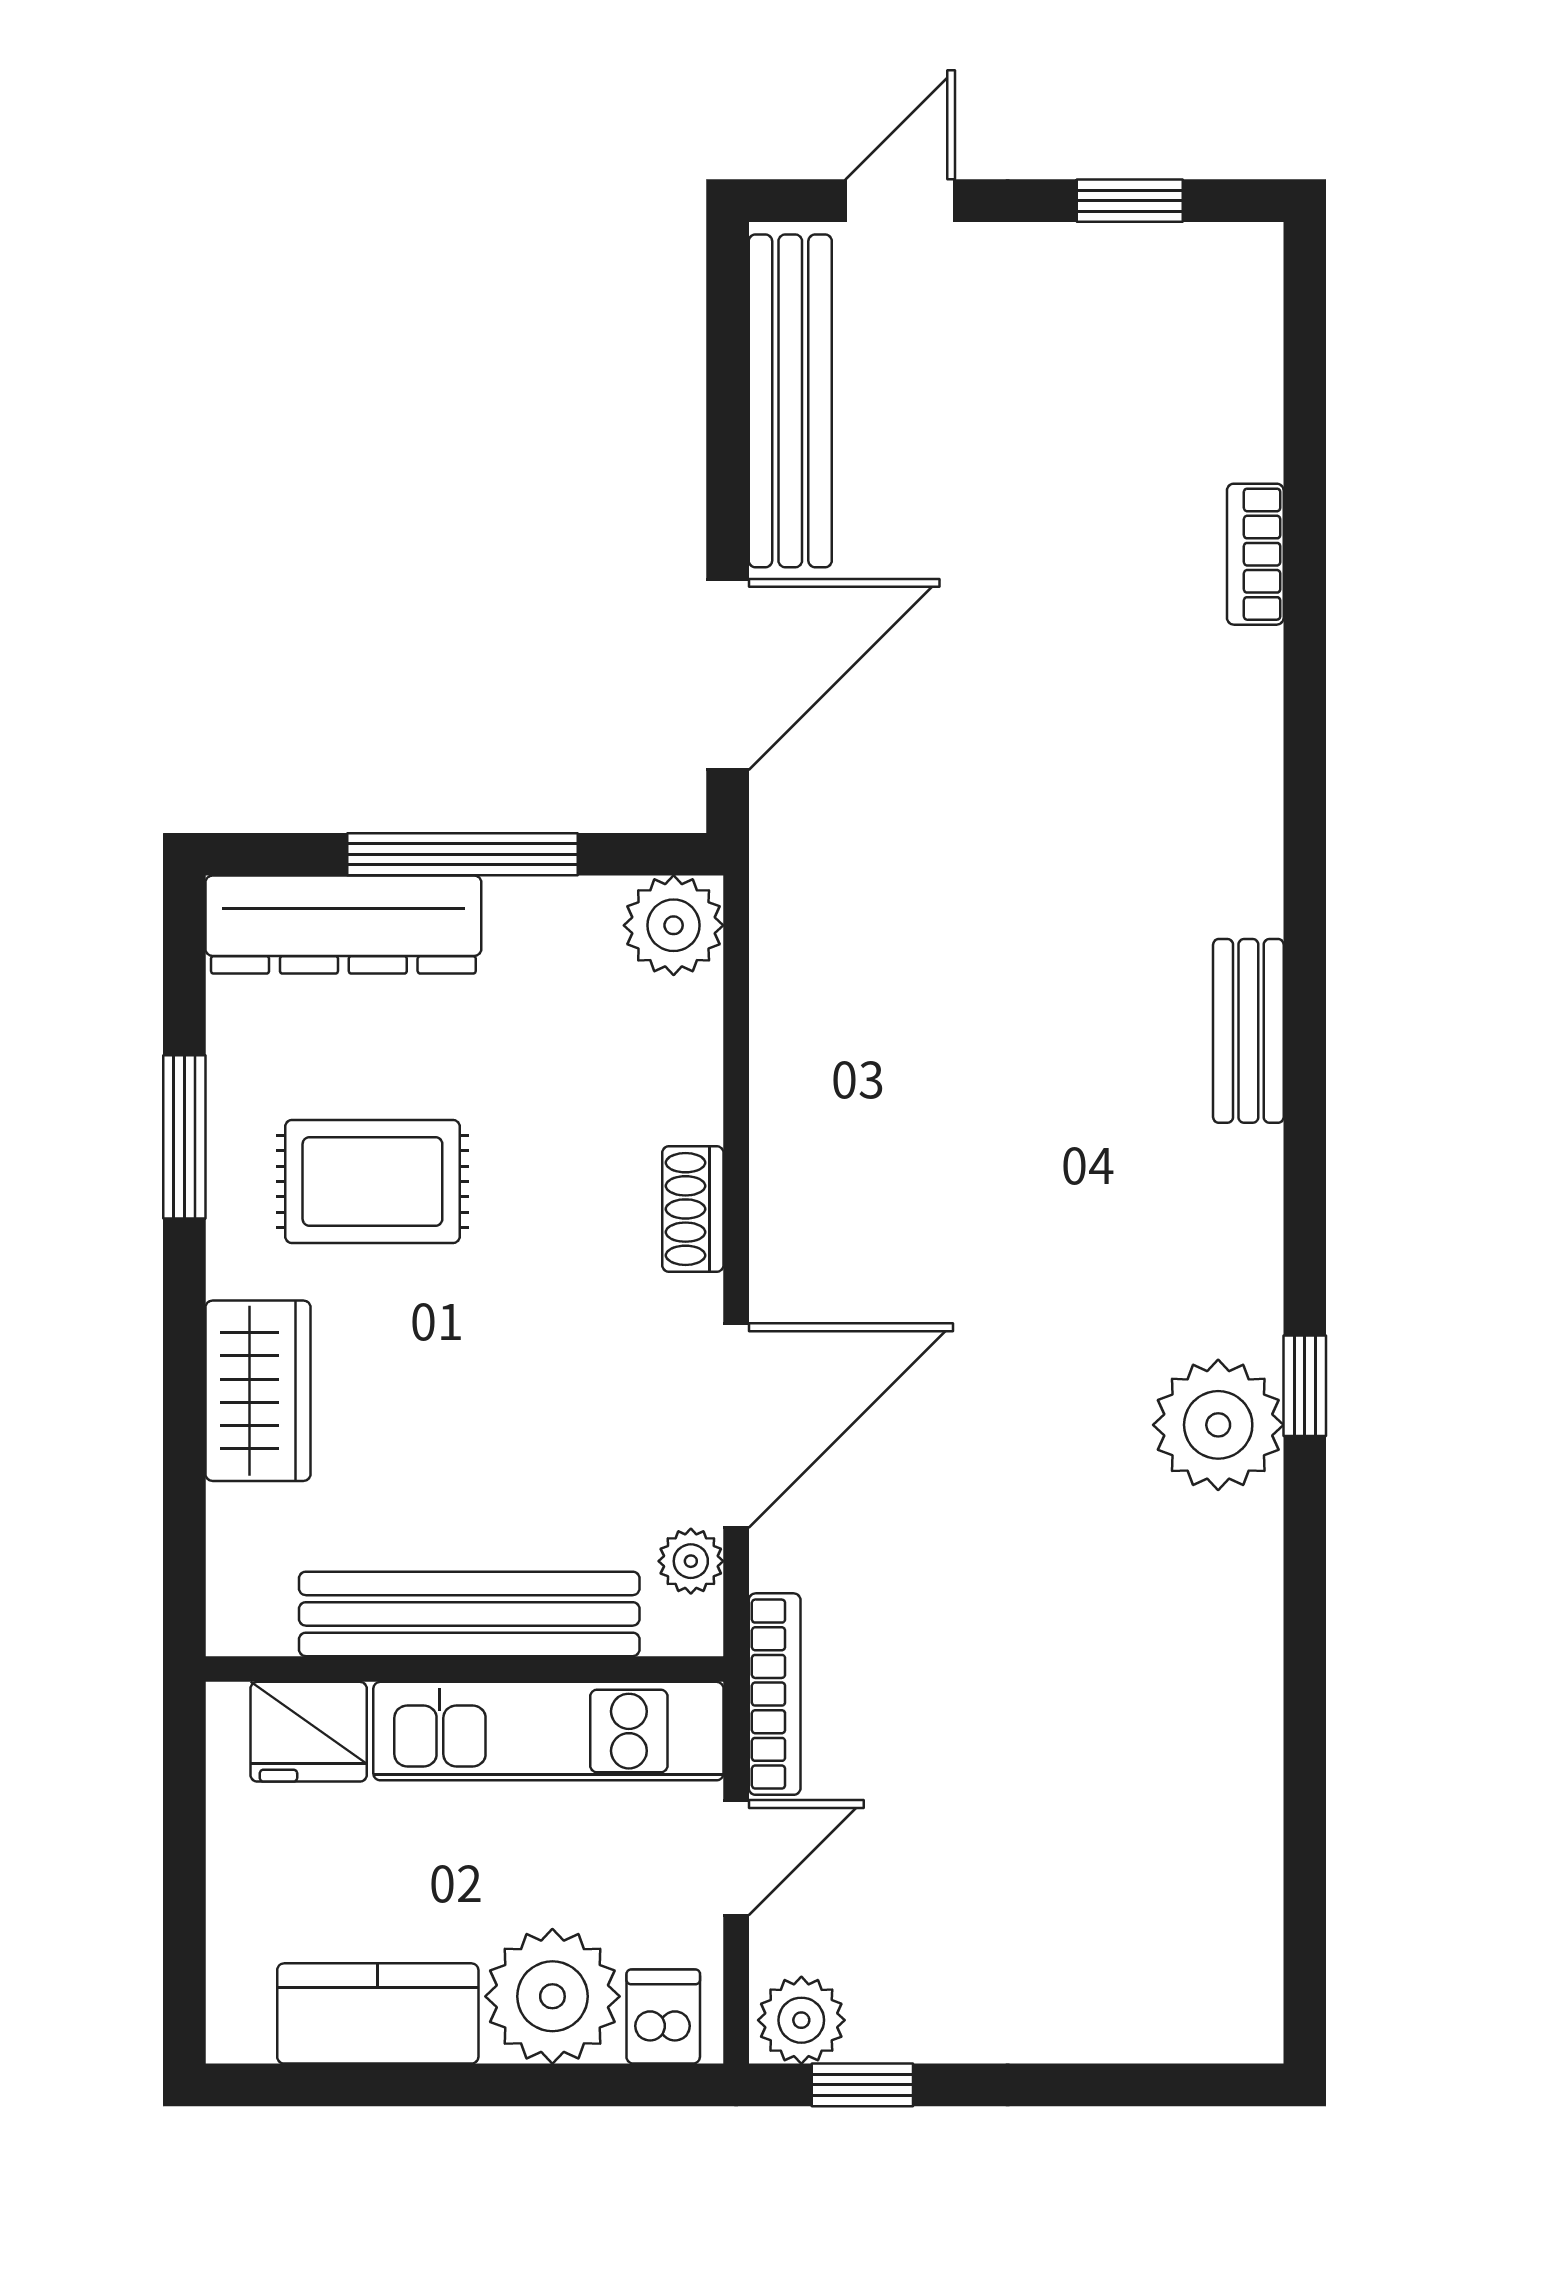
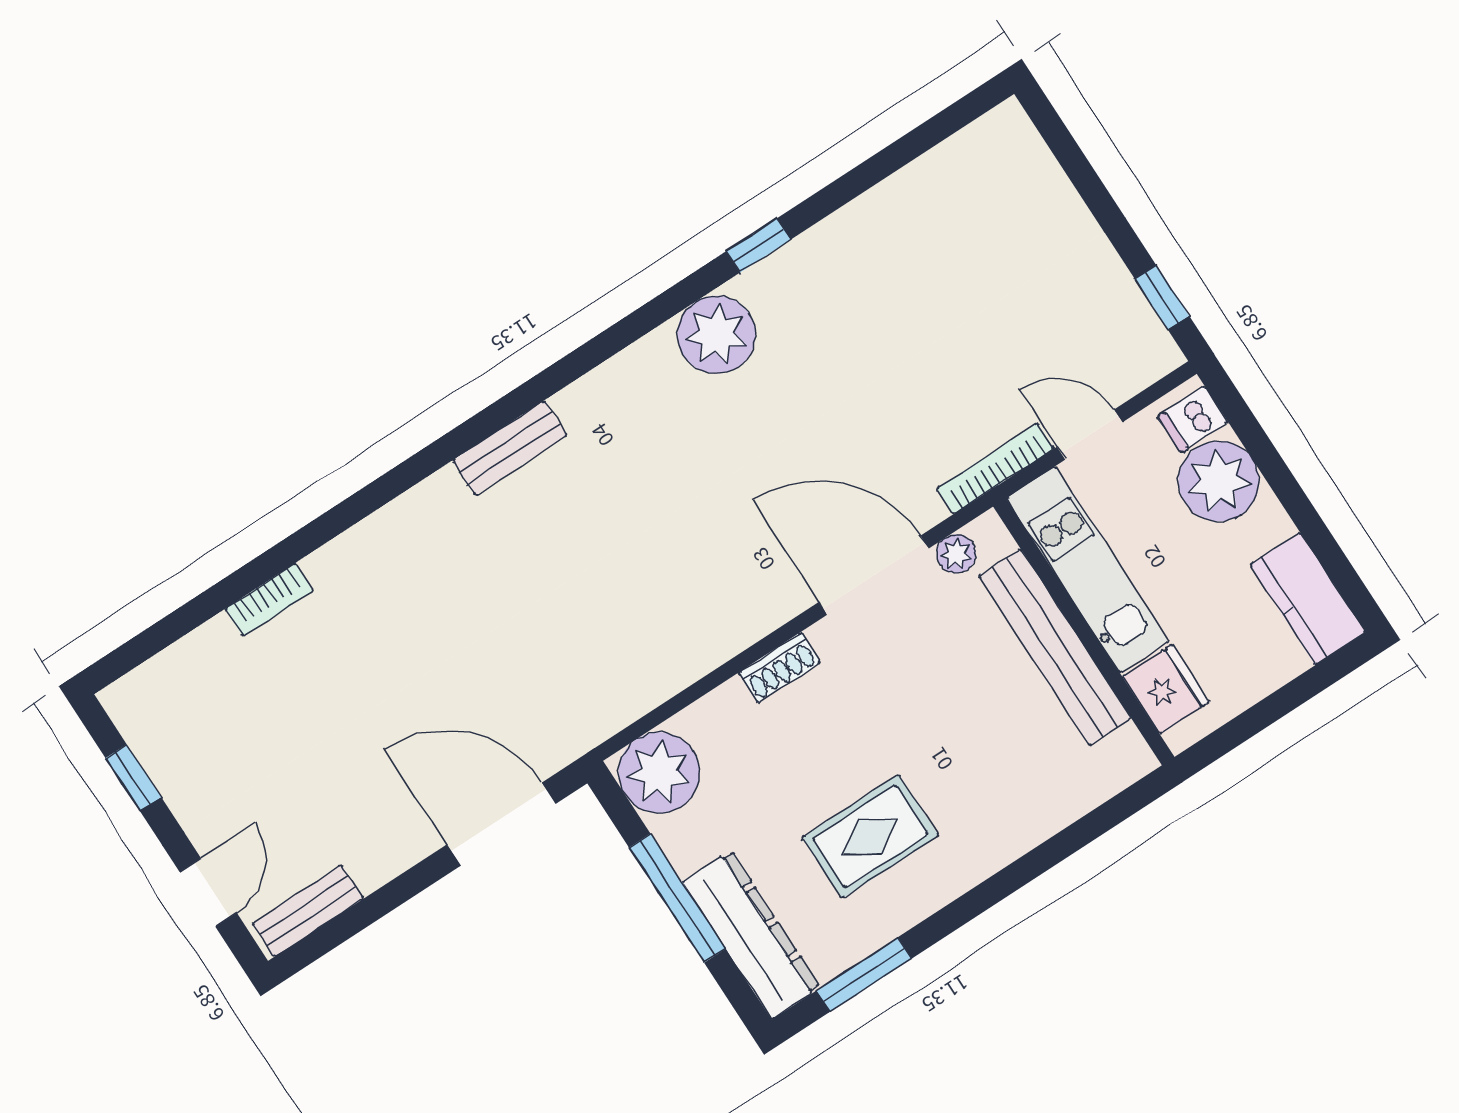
door: (900, 201) -> (208, 892), swing flipped
bench: (790, 401) -> (308, 911), width x0.54, depth x0.82
plant: (674, 925) -> (659, 773), width x1.36, depth x1.36
window: (184, 1137) -> (864, 975), moved
rug: (372, 1181) -> (870, 837), turned 90
window: (1305, 1386) -> (759, 245), moved
wardrobe: (258, 1391) -> (1012, 826), removed
kitchen counter: (378, 2013) -> (1308, 599), moved
plant: (801, 2020) -> (1150, 349), removed

